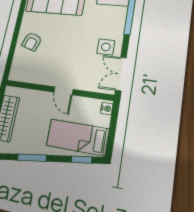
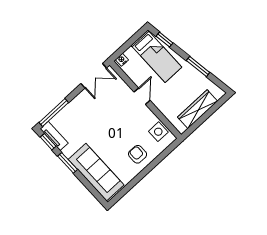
armchair: (32, 42) -> (138, 154), turned -108
side table: (106, 47) -> (158, 132), moved

